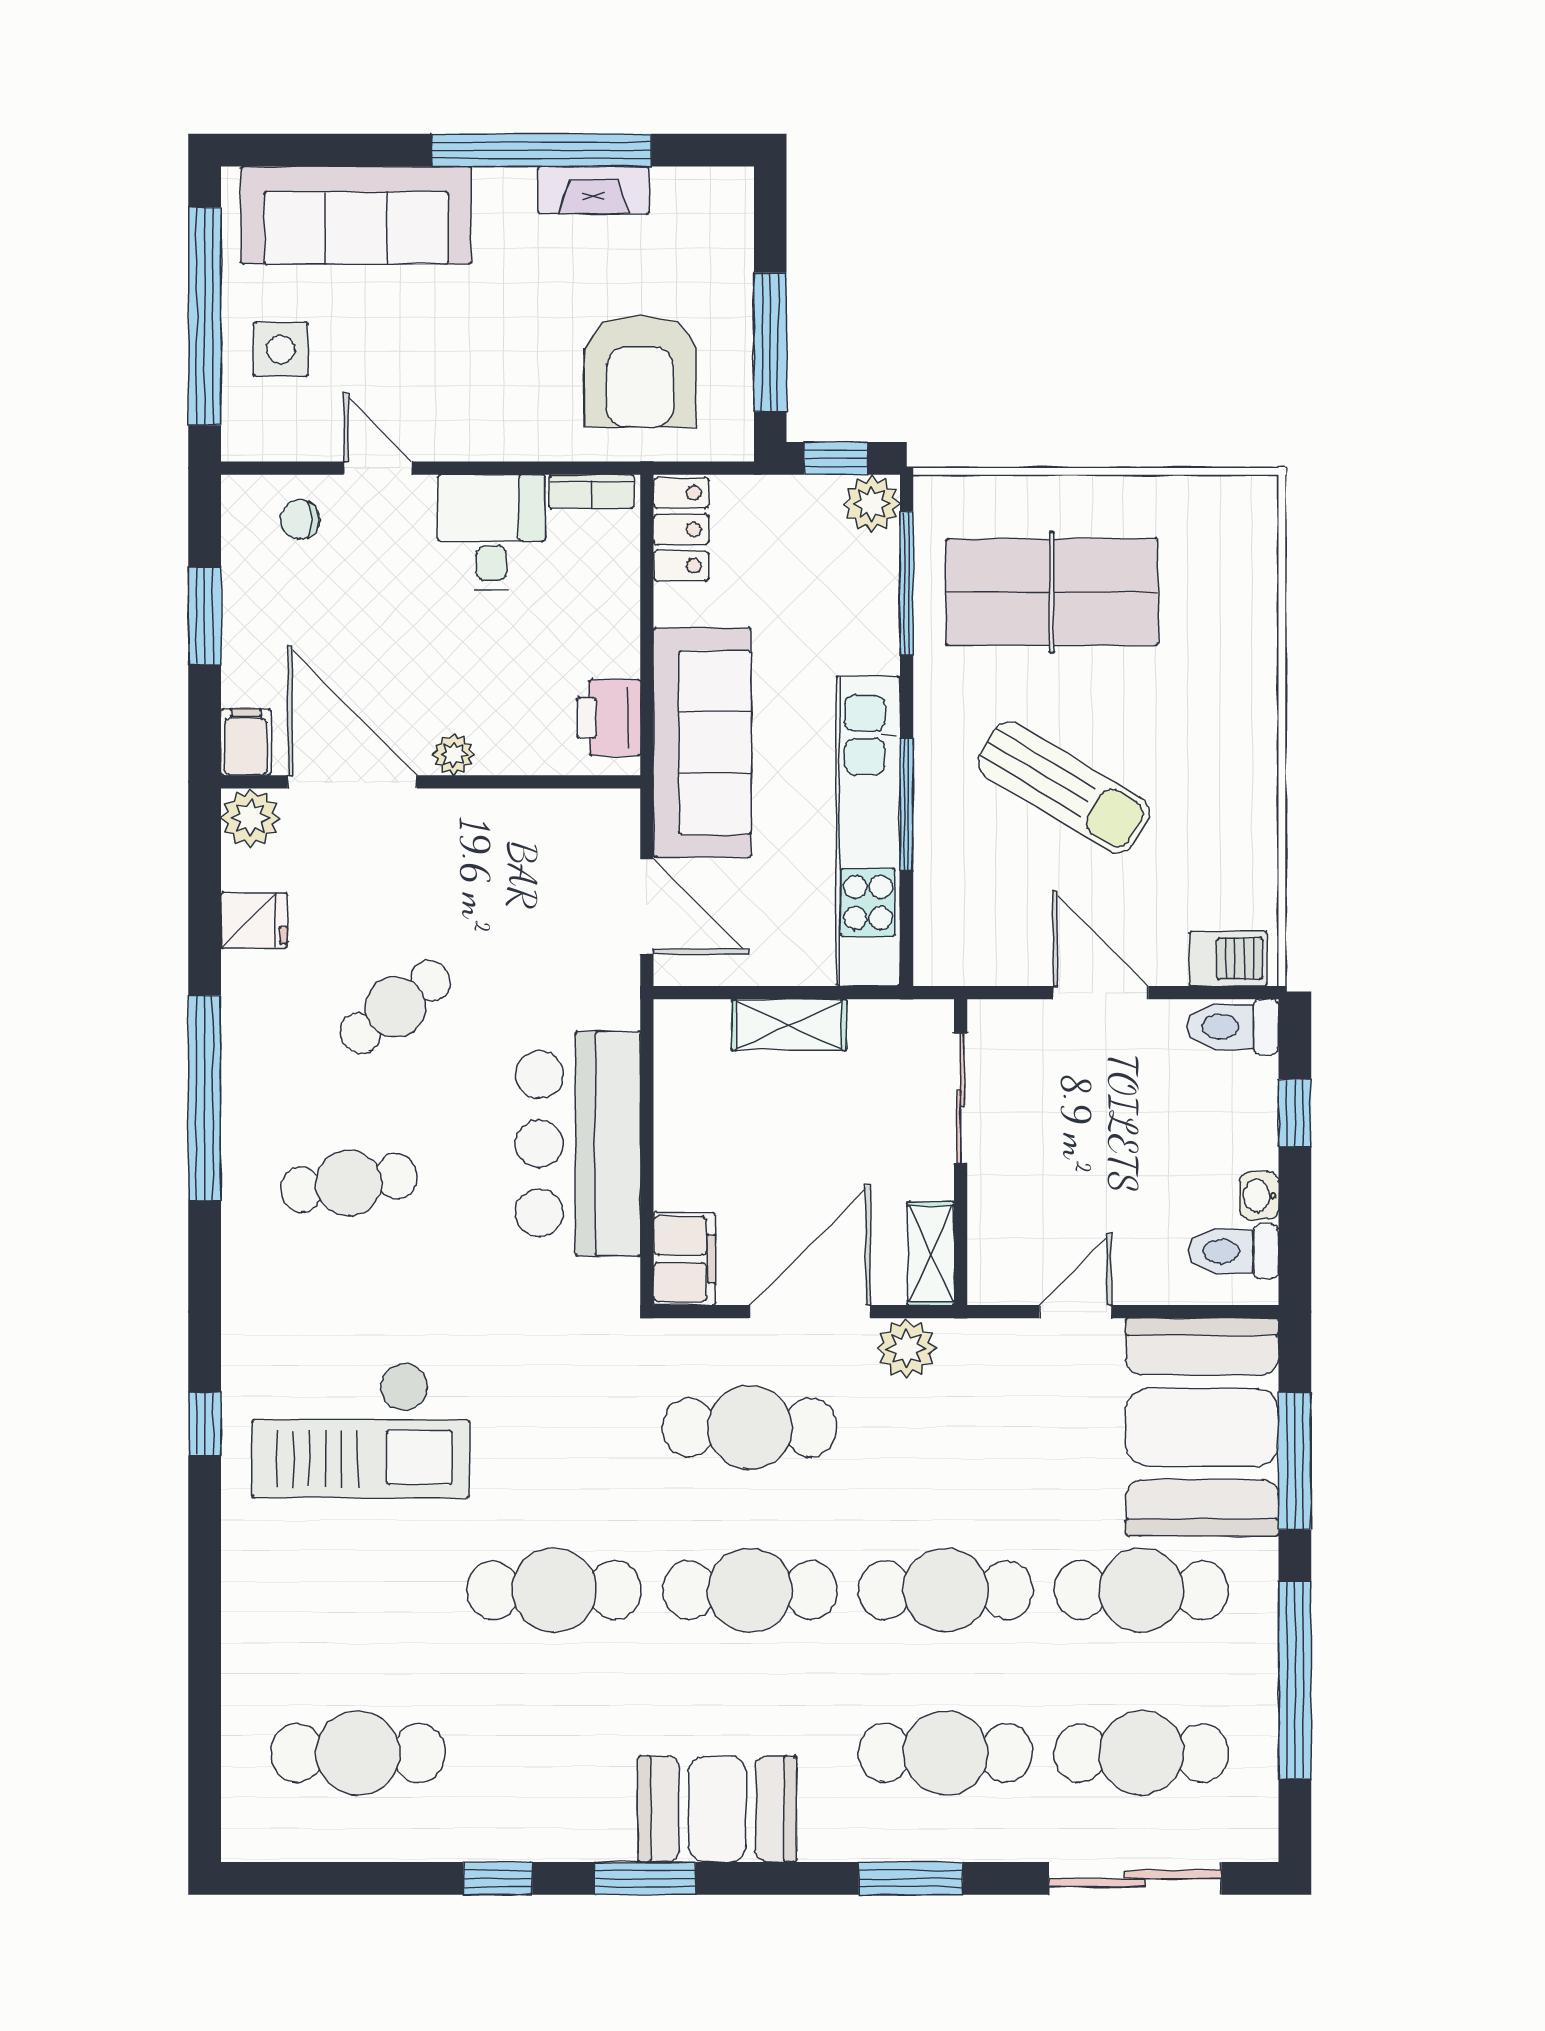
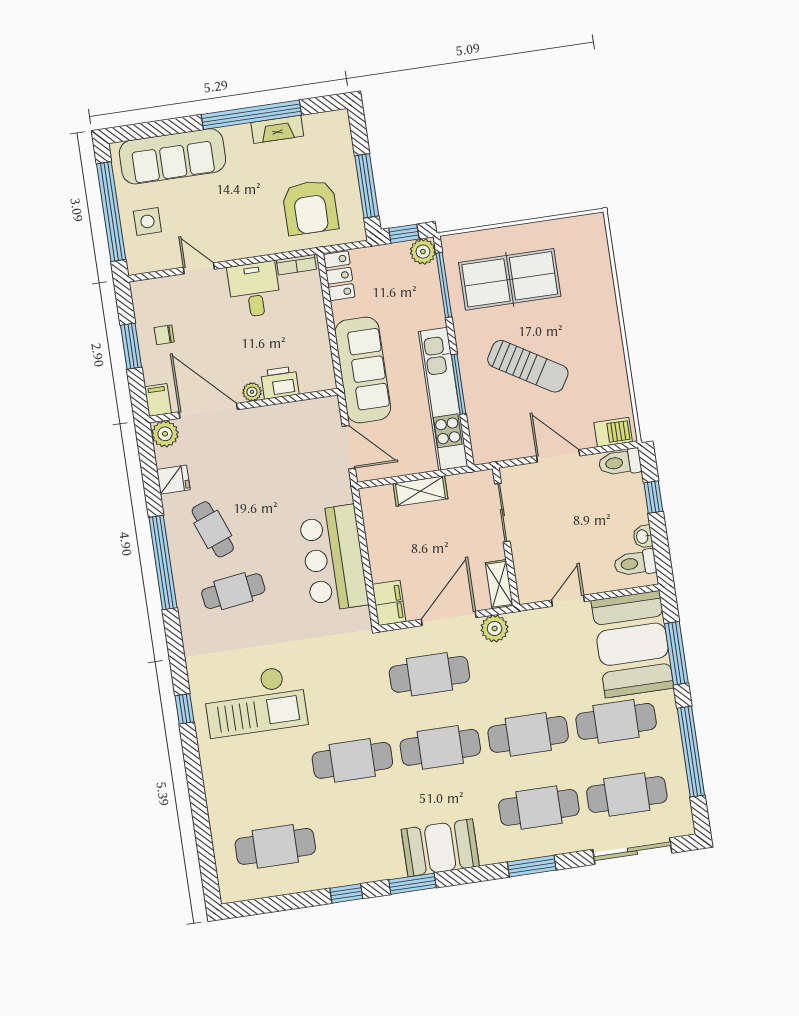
chair: (300, 520) -> (164, 335), moved
printer: (609, 718) -> (280, 383), moved, turned 90
cafe table: (395, 1007) -> (213, 529), moved, turned -74

